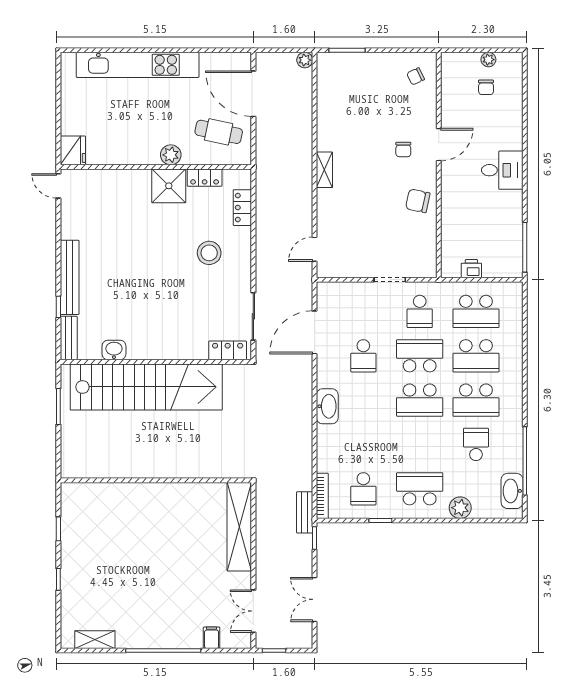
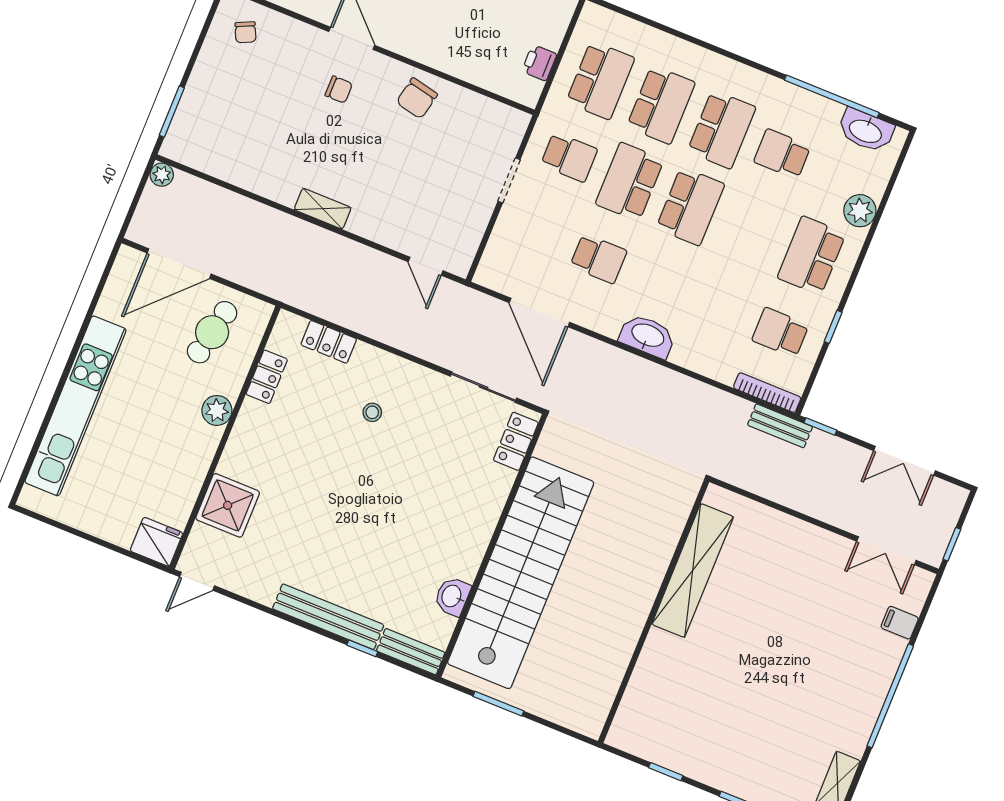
shower: (169, 186) -> (228, 505), moved
stool: (209, 253) -> (372, 412), width x0.53, depth x0.53
school desk: (363, 489) -> (780, 332), turned 180
shelving: (239, 527) -> (693, 571), moved, turned 90

